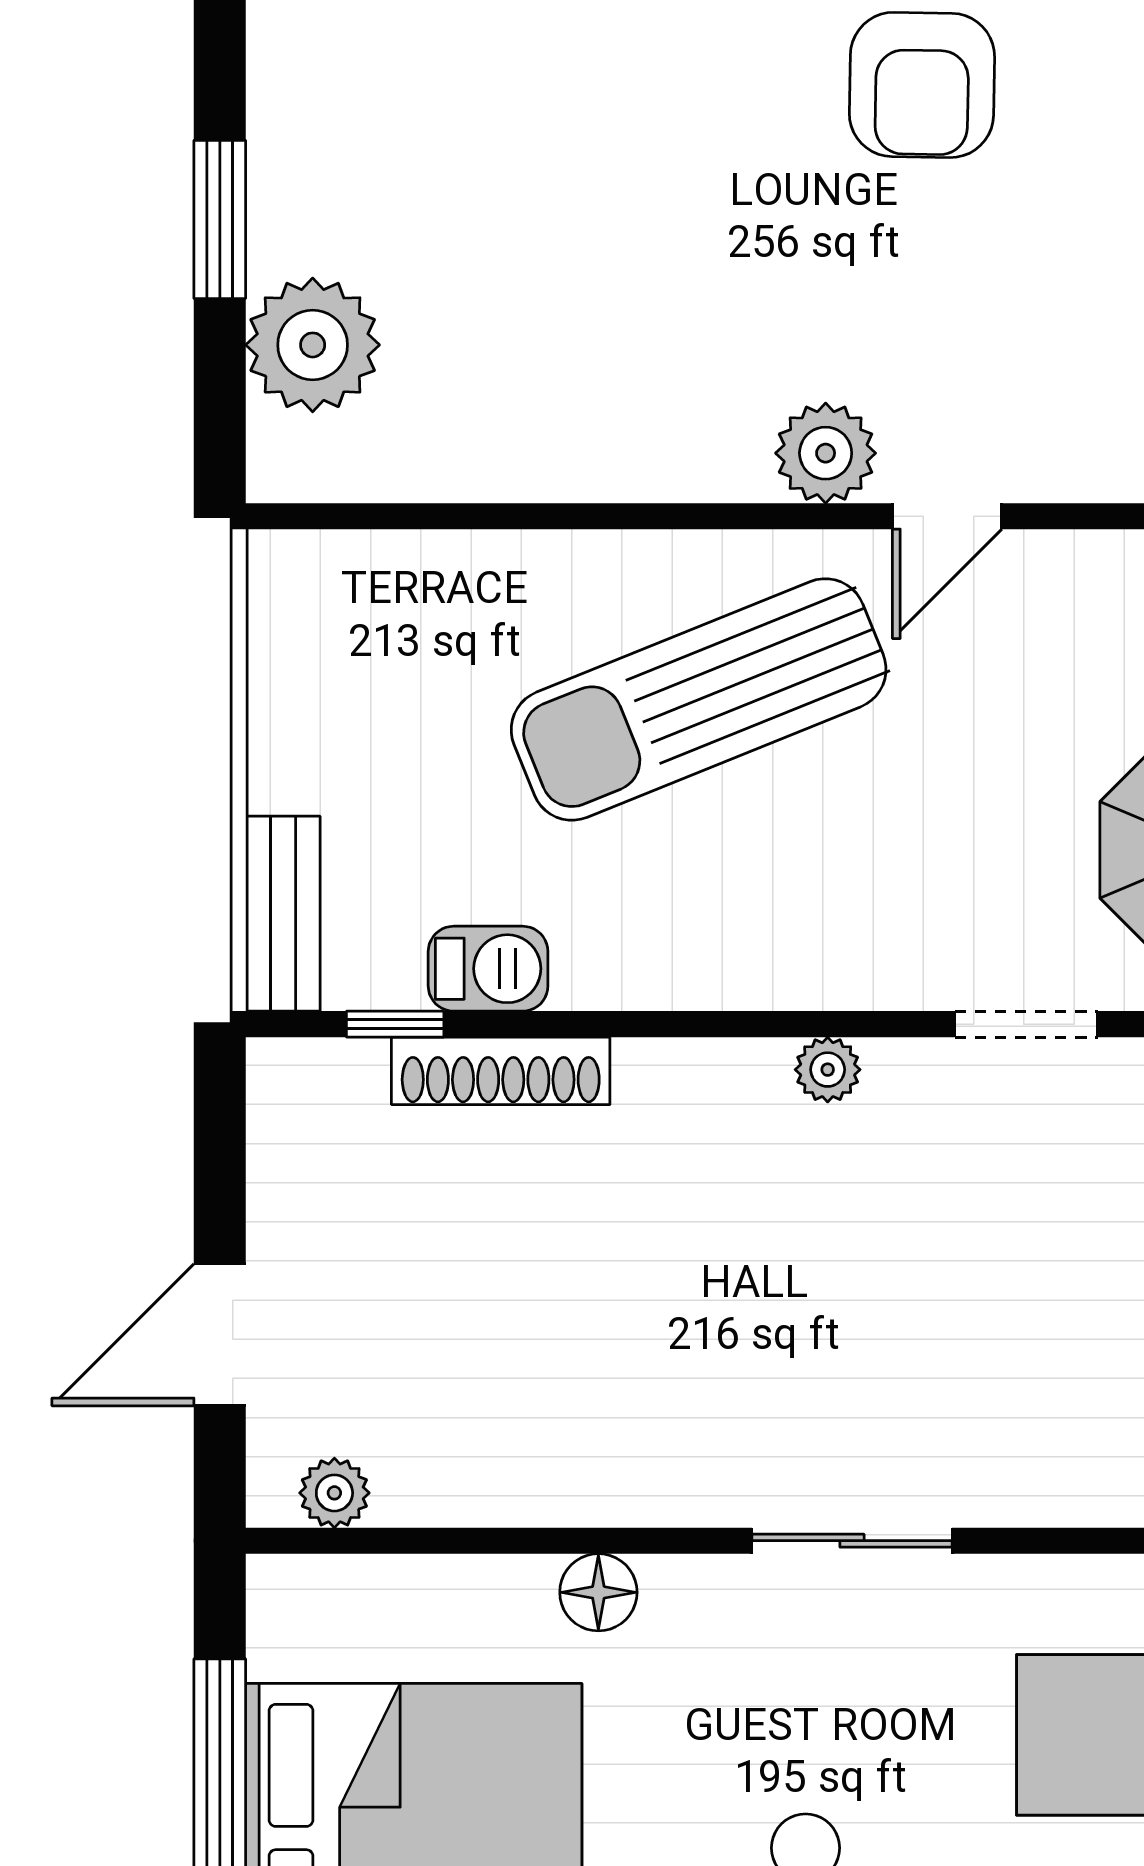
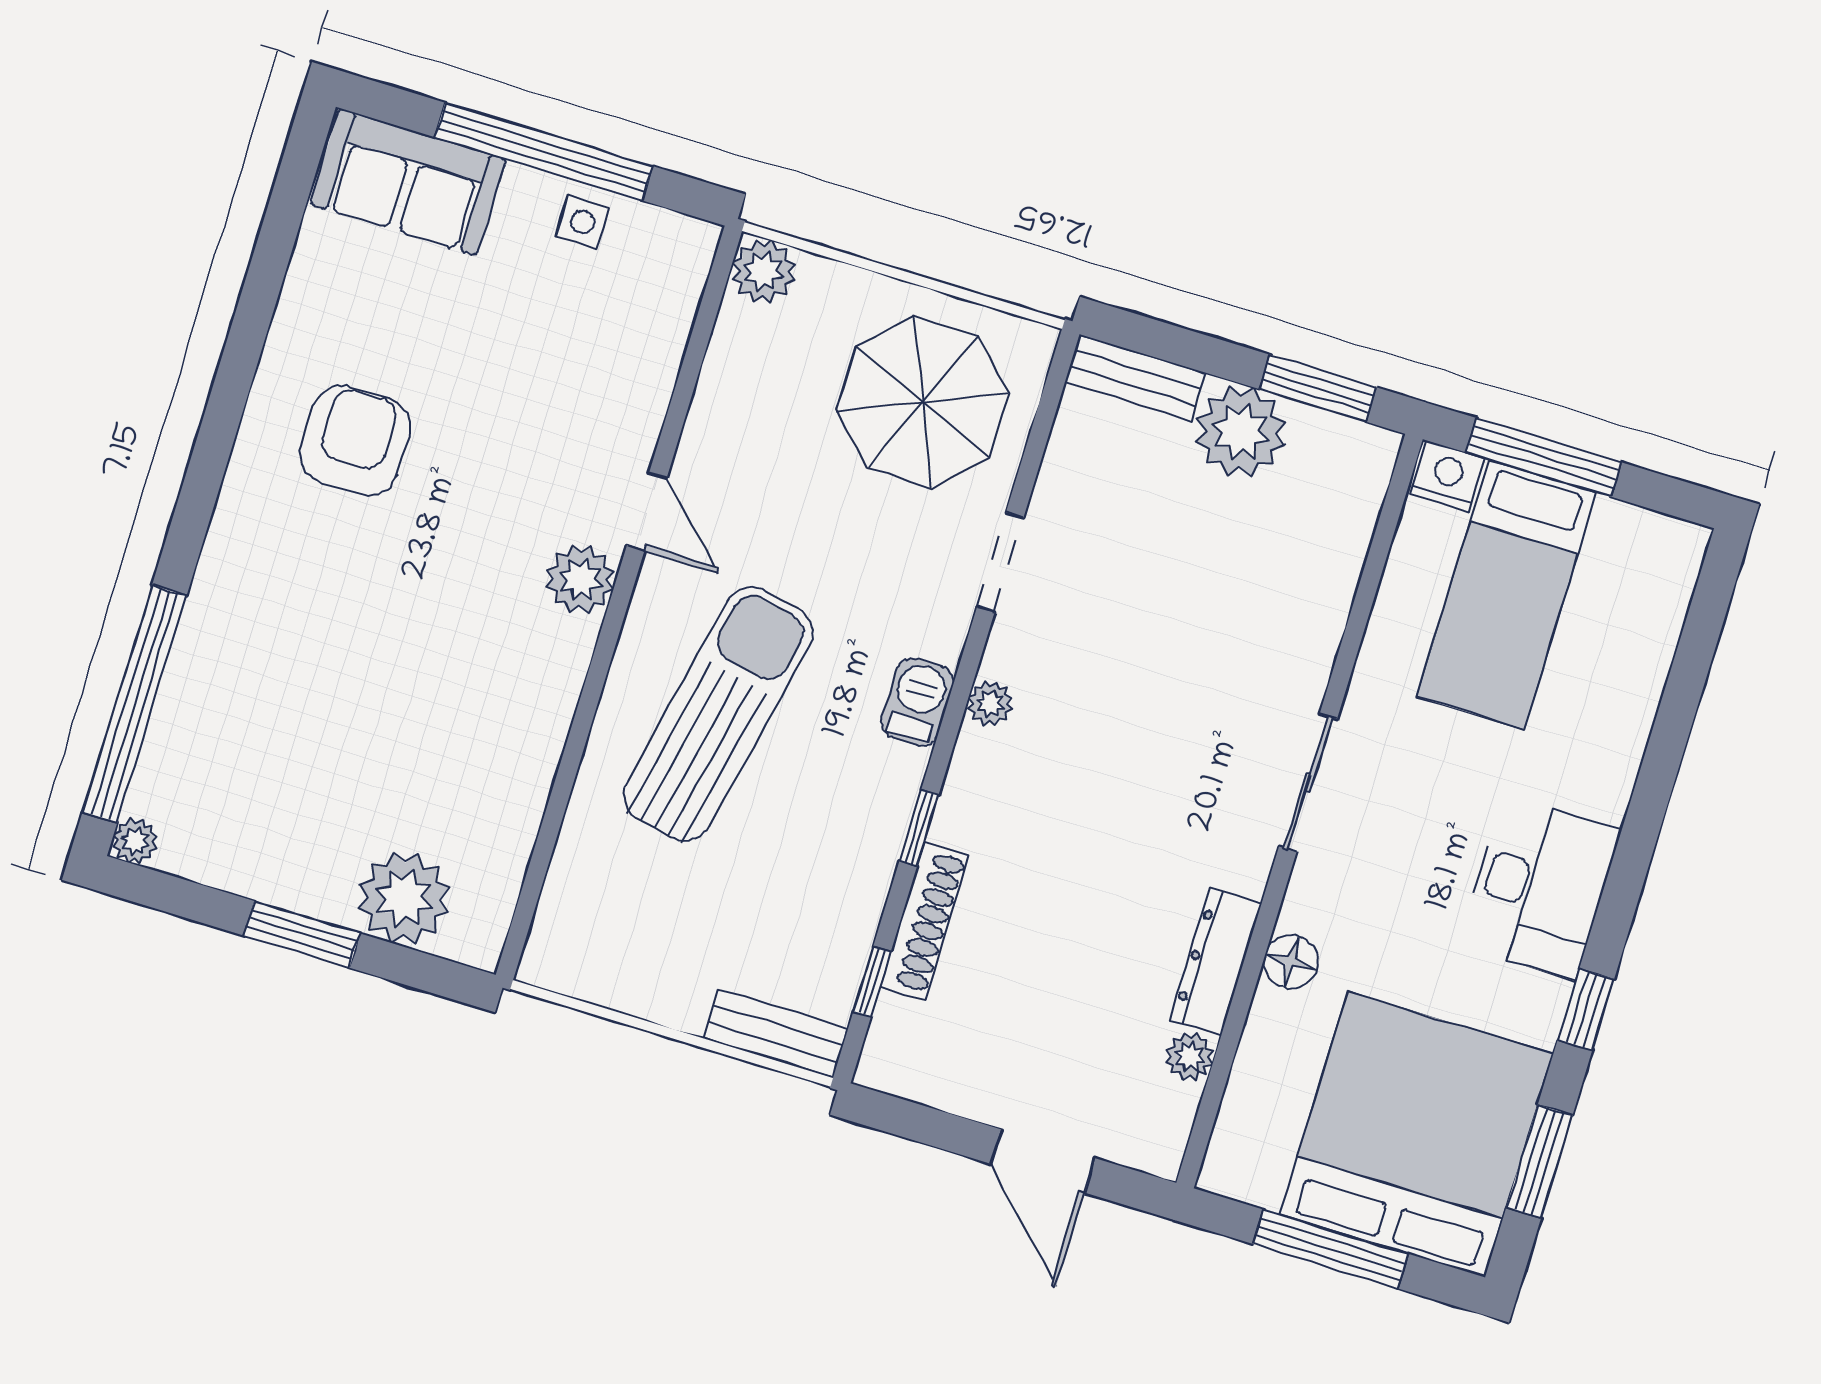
armchair: (922, 85) -> (355, 441), turned -91
sun lounger: (699, 699) -> (718, 714), turned -146
barbecue: (488, 969) -> (917, 702), moved
window: (626, 1024) -> (919, 828), added
dresser: (567, 1489) -> (1216, 962), added
plant: (334, 1493) -> (1190, 1057), moved

